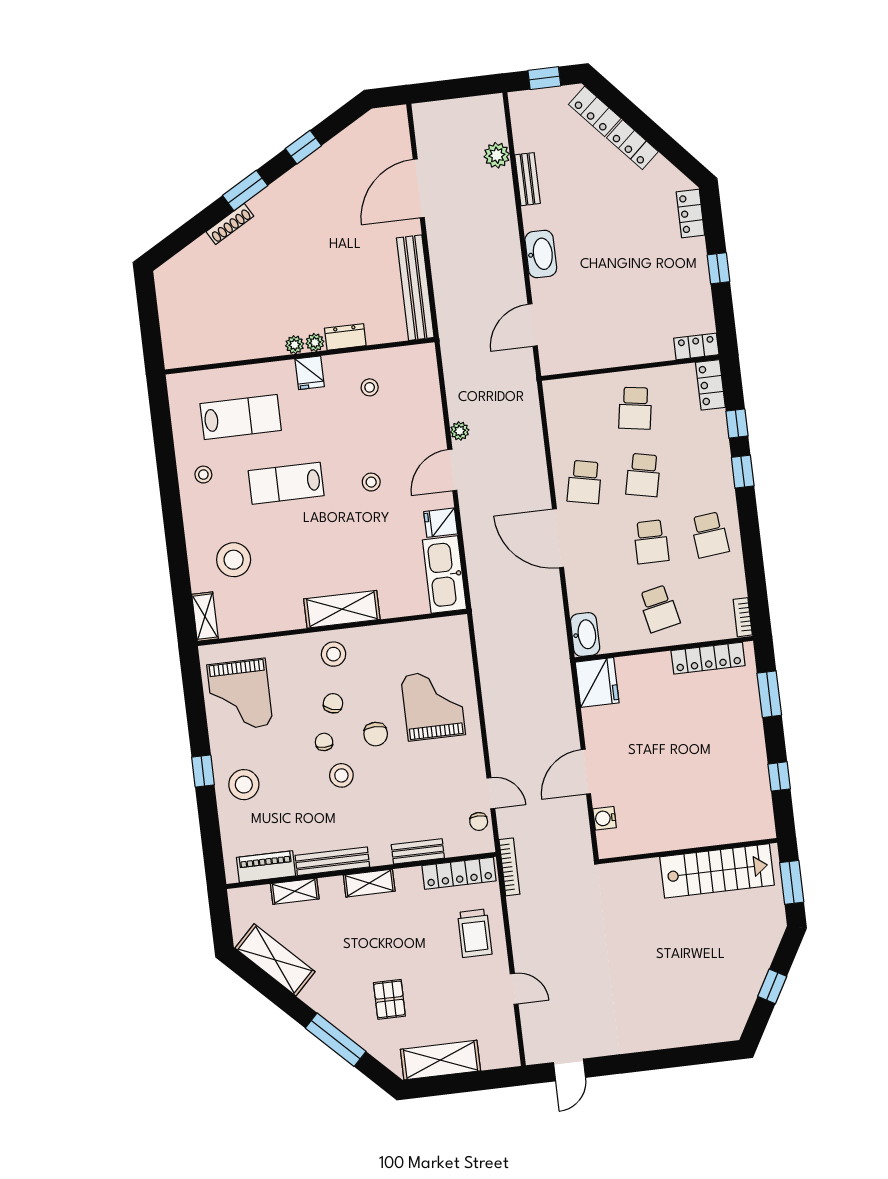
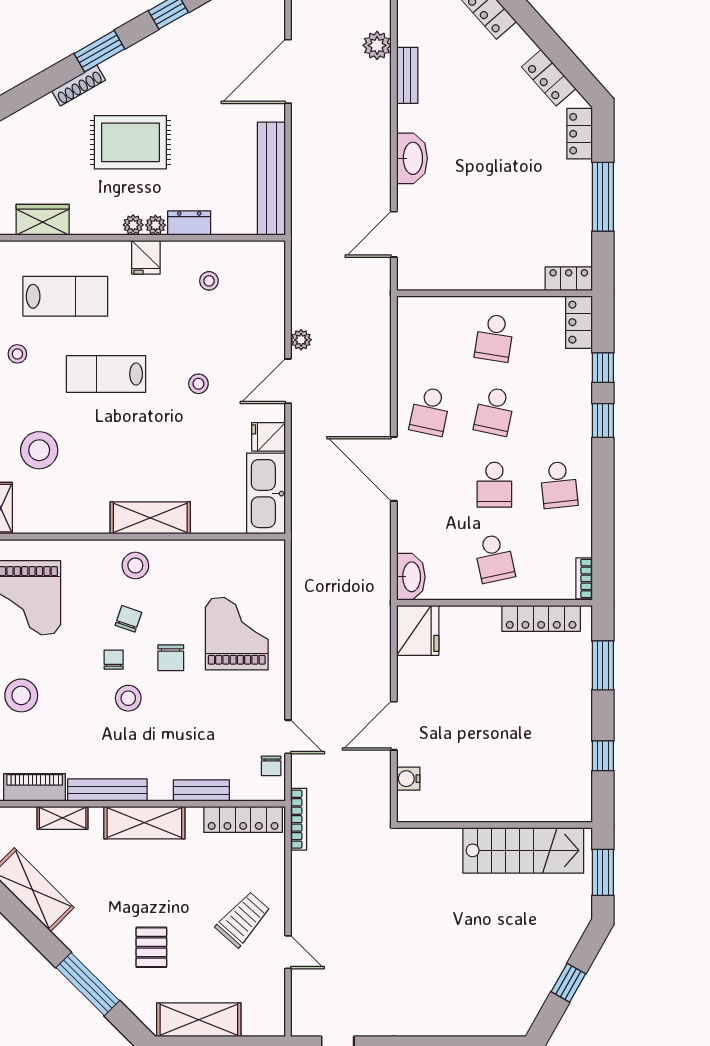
locker: (632, 145) -> (549, 78), moved
window: (718, 268) -> (603, 197), width x2.17
rug: (283, 270) -> (130, 142), added
wardrobe: (212, 350) -> (43, 220), added
shelving: (369, 883) -> (144, 823), width x1.50, depth x1.33
trolley: (475, 933) -> (243, 919), moved, turned -138

